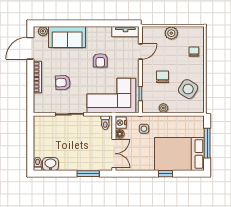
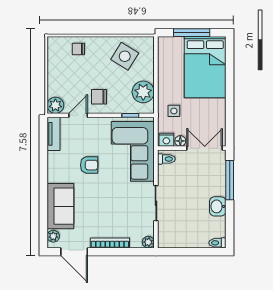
plant: (171, 33) -> (55, 105), moved
door: (140, 51) -> (78, 115), hinge flipped
chair: (163, 77) -> (99, 97), moved
armchair: (63, 83) -> (117, 211), removed
plant: (38, 108) -> (148, 242), added
plant: (163, 108) -> (143, 92), width x1.87, depth x1.87
washbasin: (50, 164) -> (218, 206), moved
window: (88, 174) -> (230, 180), width x1.44
window: (166, 174) -> (230, 84), removed

